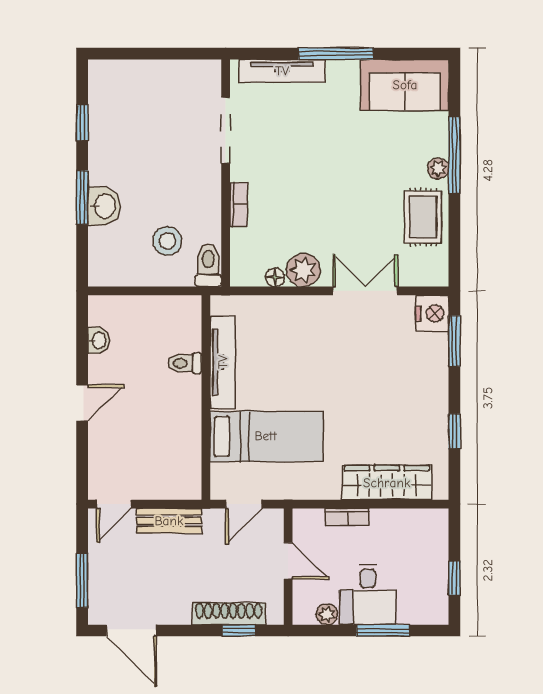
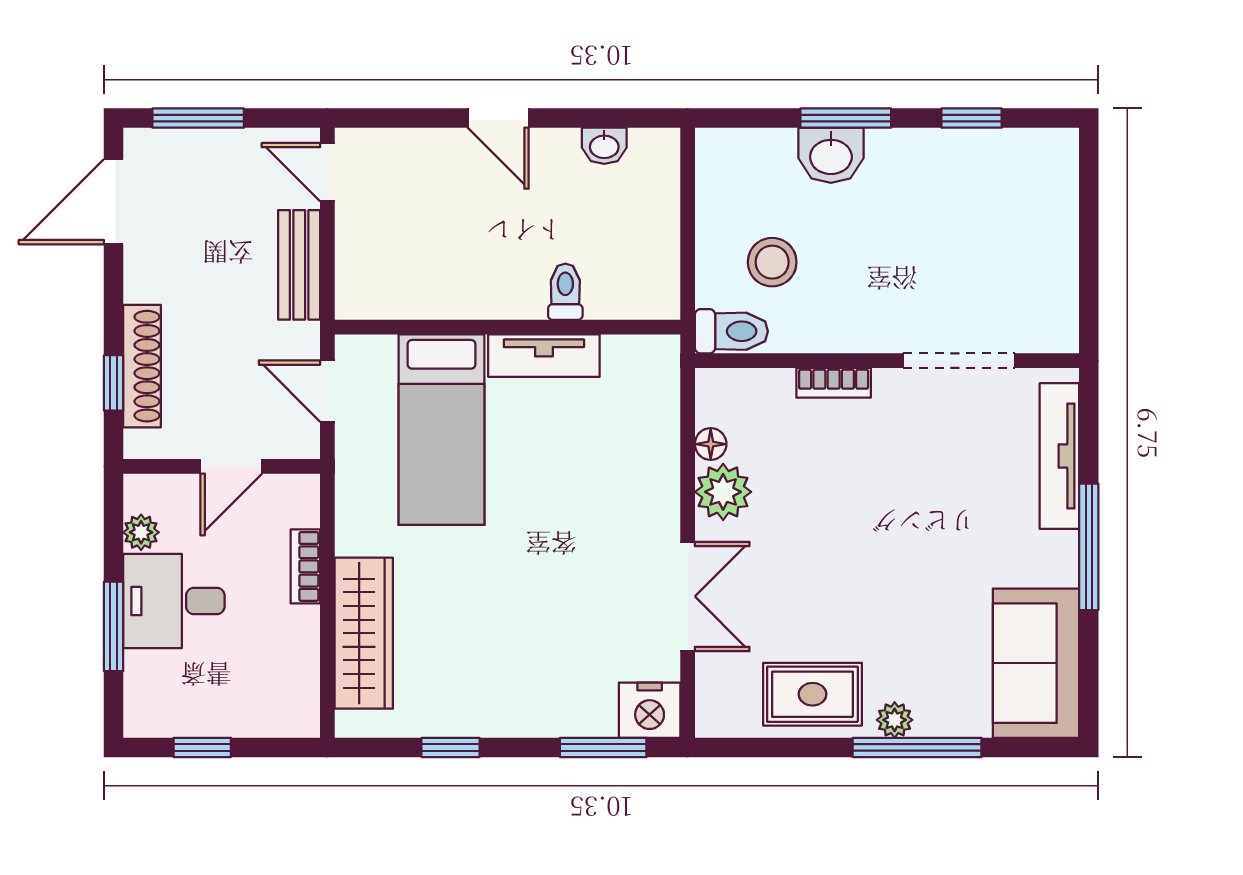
tv unit: (223, 362) -> (544, 356), width x0.71

